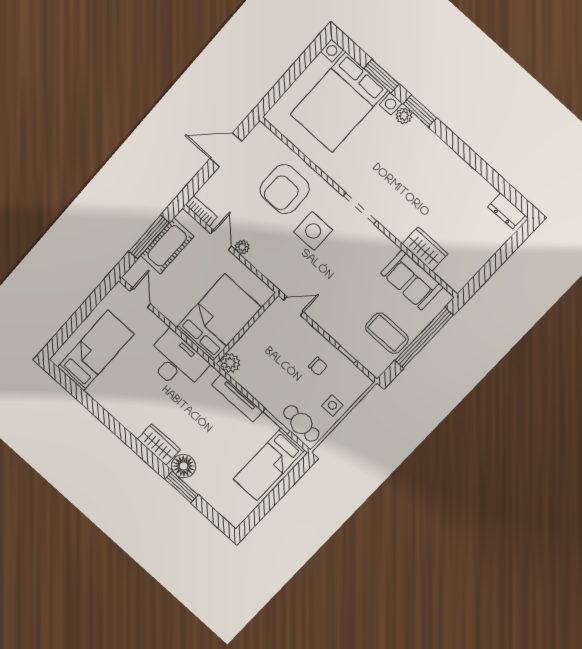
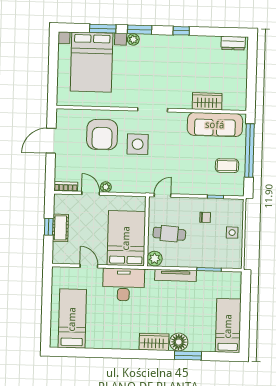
window: (463, 150) -> (181, 31), added
window: (149, 237) -> (49, 227), width x0.46
cot: (167, 246) -> (60, 228), width x0.73, depth x0.75
sofa: (412, 280) -> (215, 125), width x1.36
door: (140, 297) -> (89, 266), moved
coffee table: (387, 333) -> (227, 166), width x0.73, depth x0.77
cafe table: (301, 423) -> (169, 234), moved
bed: (269, 465) -> (228, 326), moved, turned 180

